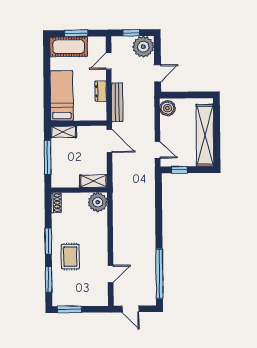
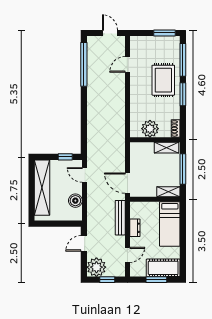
boiler: (167, 108) -> (75, 201), moved
shelving: (93, 181) -> (166, 148), moved
plant: (98, 202) -> (150, 129), moved
rug: (70, 257) -> (163, 80), width x1.36, depth x1.43
window: (49, 280) -> (183, 60), width x1.44

